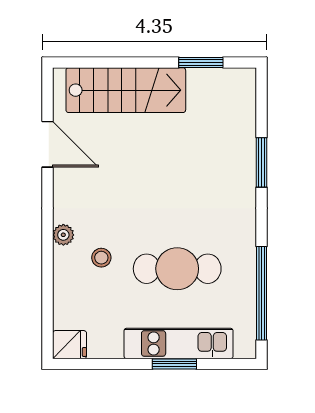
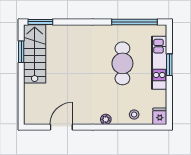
stairs: (126, 90) -> (35, 54), moved
window: (261, 162) -> (40, 22), moved
stool: (101, 258) -> (134, 115), moved

